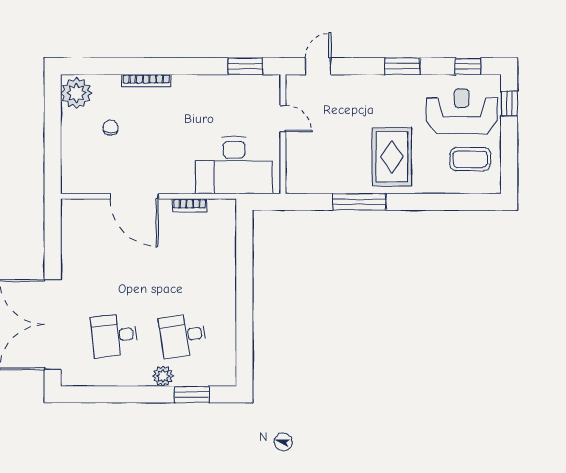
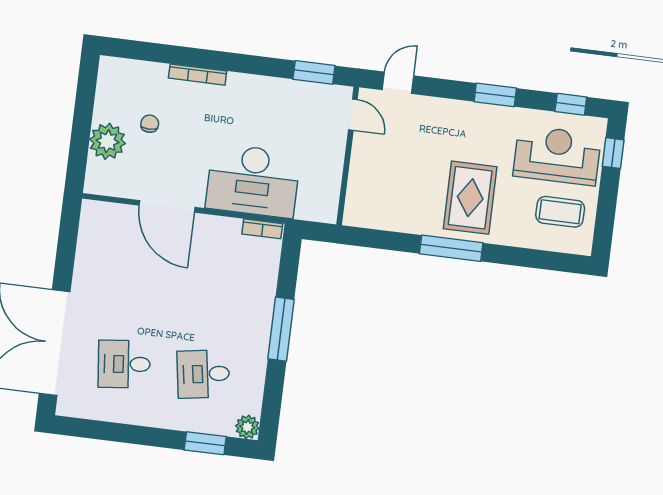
plant: (76, 93) -> (107, 141), moved
door: (283, 119) -> (353, 115), moved
desk: (234, 165) -> (253, 181), moved
window: (359, 202) -> (451, 248), moved
bookcase: (190, 205) -> (262, 229), moved
window: (244, 289) -> (281, 329), added
plant: (163, 376) -> (247, 427), moved

